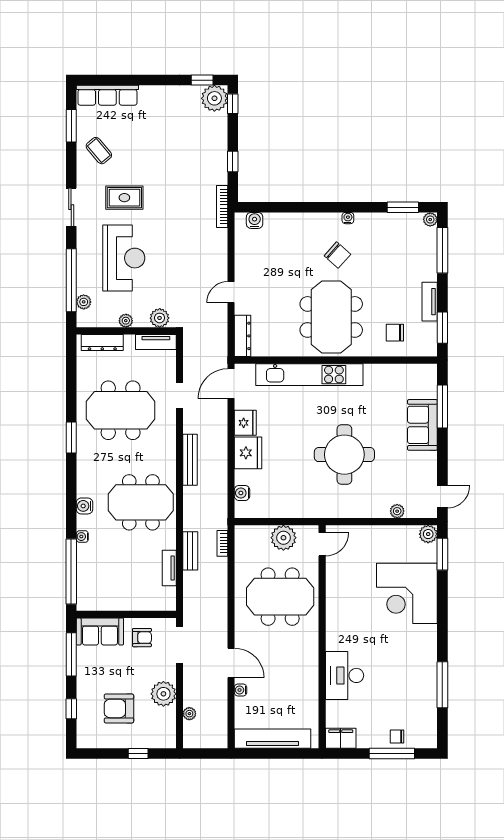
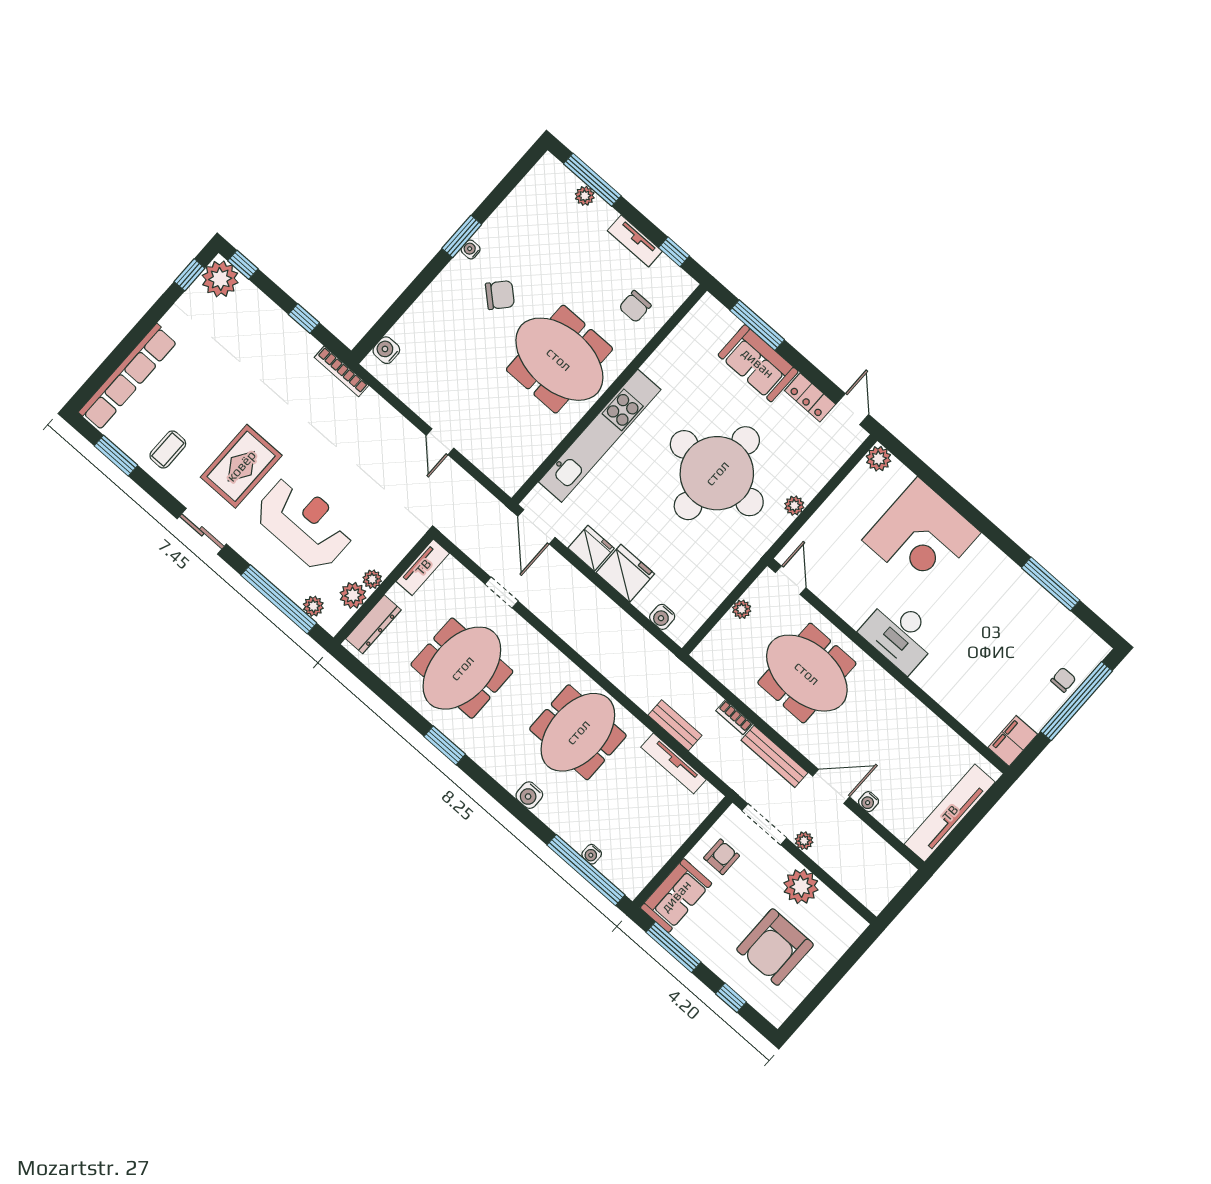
row of seats: (107, 95) -> (128, 377), width x1.36
coffee table: (99, 151) -> (168, 450), turned -50
rug: (124, 198) -> (241, 466), width x1.36, depth x1.43
window: (403, 207) -> (462, 237), moved
plant: (430, 220) -> (585, 196), moved
plant: (160, 318) -> (353, 595), moved
window: (442, 328) -> (674, 252), width x0.67
dresser: (243, 336) -> (497, 470), removed
round table: (344, 455) -> (717, 473), width x1.36, depth x1.36
bench: (190, 460) -> (774, 756), moved
locker: (429, 469) -> (810, 397), added
plant: (397, 511) -> (794, 506), moved
water cooler: (82, 537) -> (592, 854), moved
plant: (283, 538) -> (742, 609), width x0.53, depth x0.53
bookcase: (222, 543) -> (734, 717), moved
window: (442, 554) -> (913, 462), removed
tv unit: (169, 568) -> (673, 763), width x1.41
meeting table: (280, 597) -> (807, 673), turned 90
desk: (345, 675) -> (900, 634), moved
armchair: (119, 708) -> (775, 947), width x1.36, depth x1.36
plant: (189, 714) -> (804, 841), moved
chair: (397, 737) -> (1063, 680), turned 180
window: (138, 754) -> (840, 969), removed
window: (392, 754) -> (1076, 701), width x1.46

